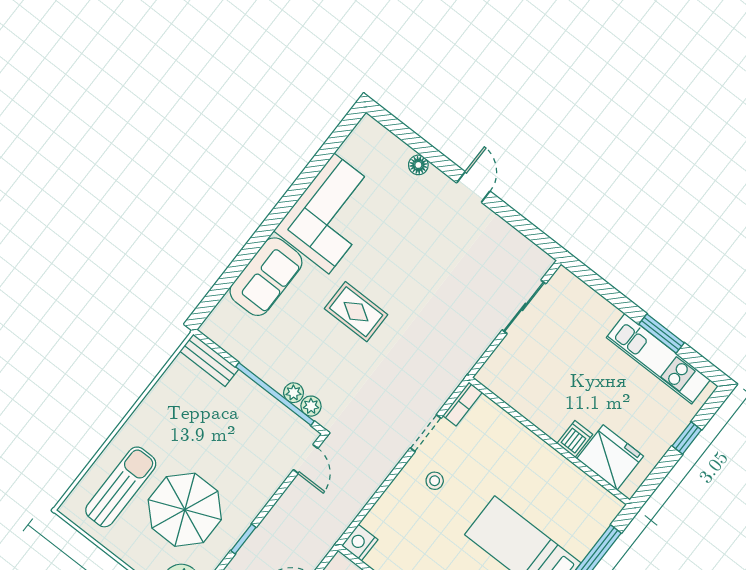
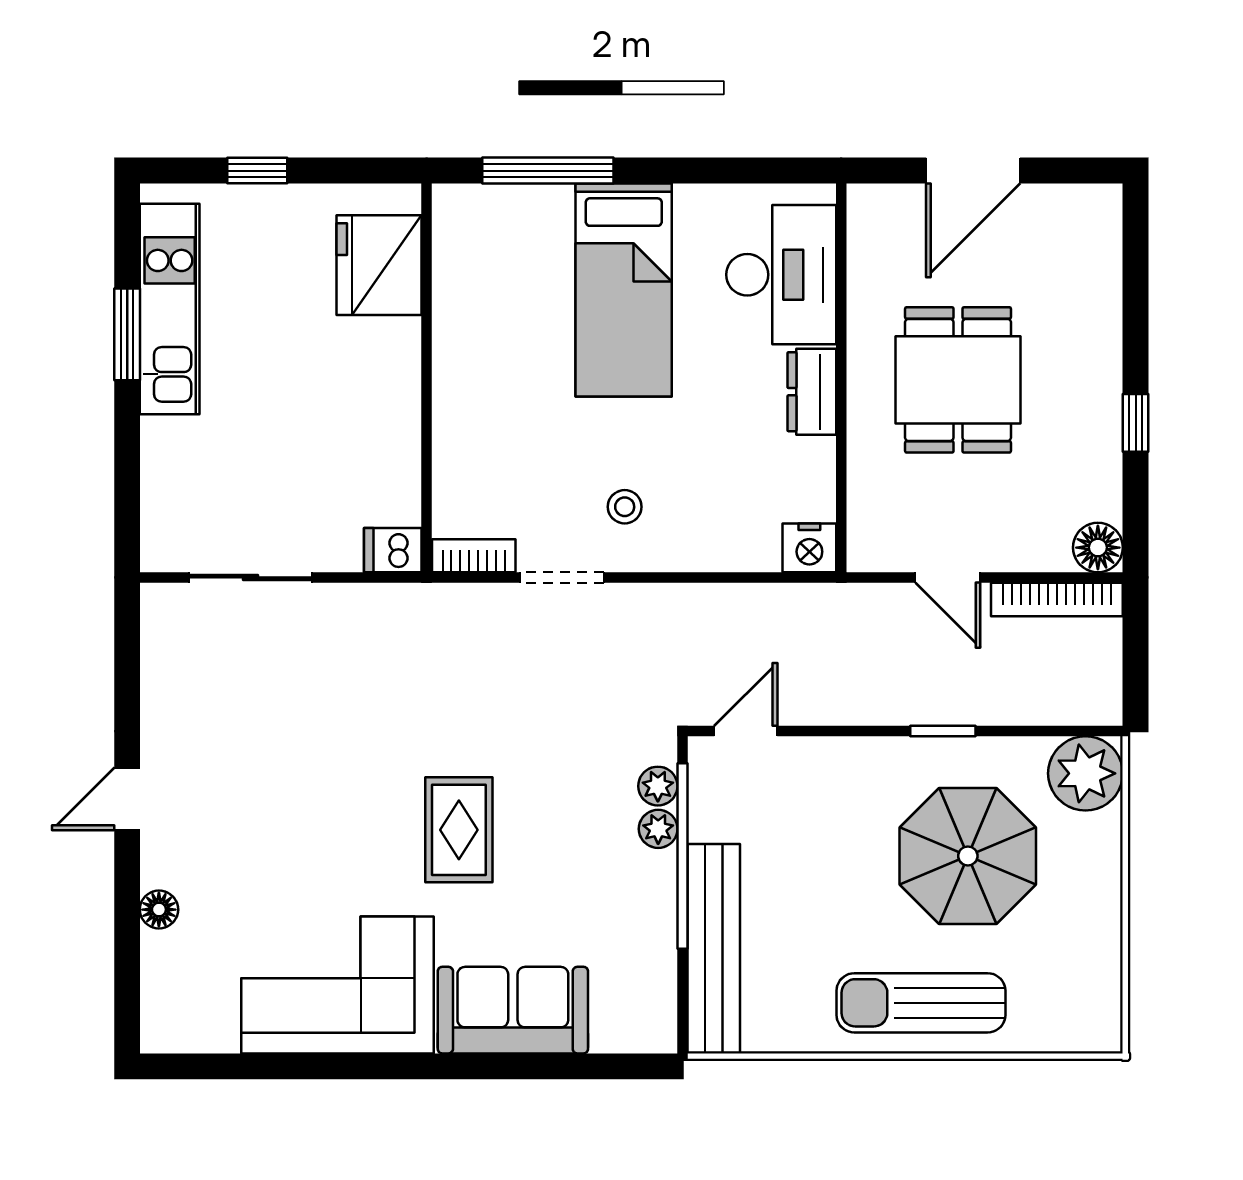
bench: (209, 360) -> (714, 949), width x1.86, depth x1.21
dishwasher: (575, 439) -> (393, 550), moved
sun lounger: (121, 487) -> (921, 1003), moved

